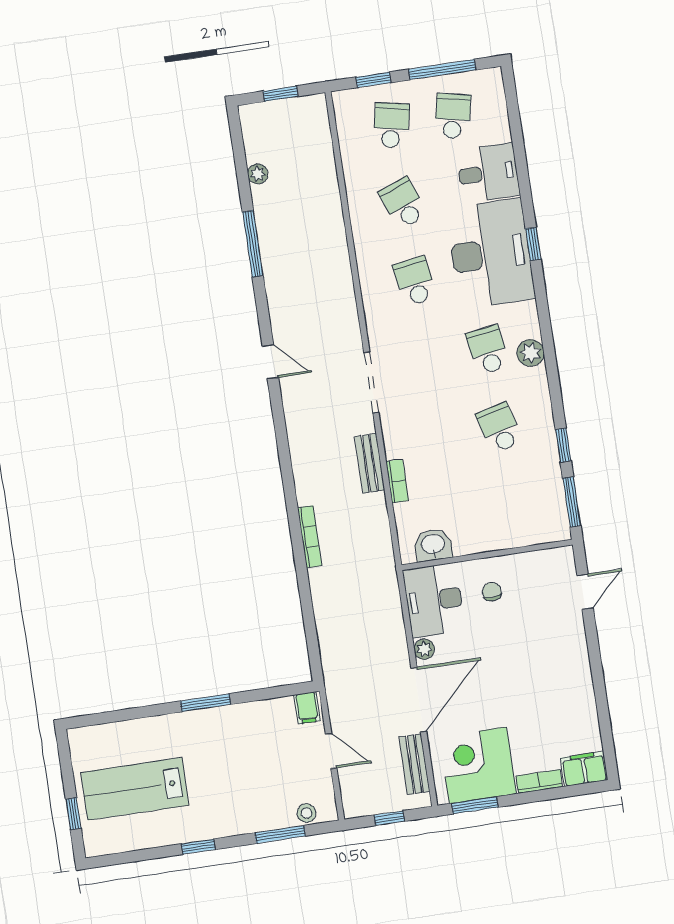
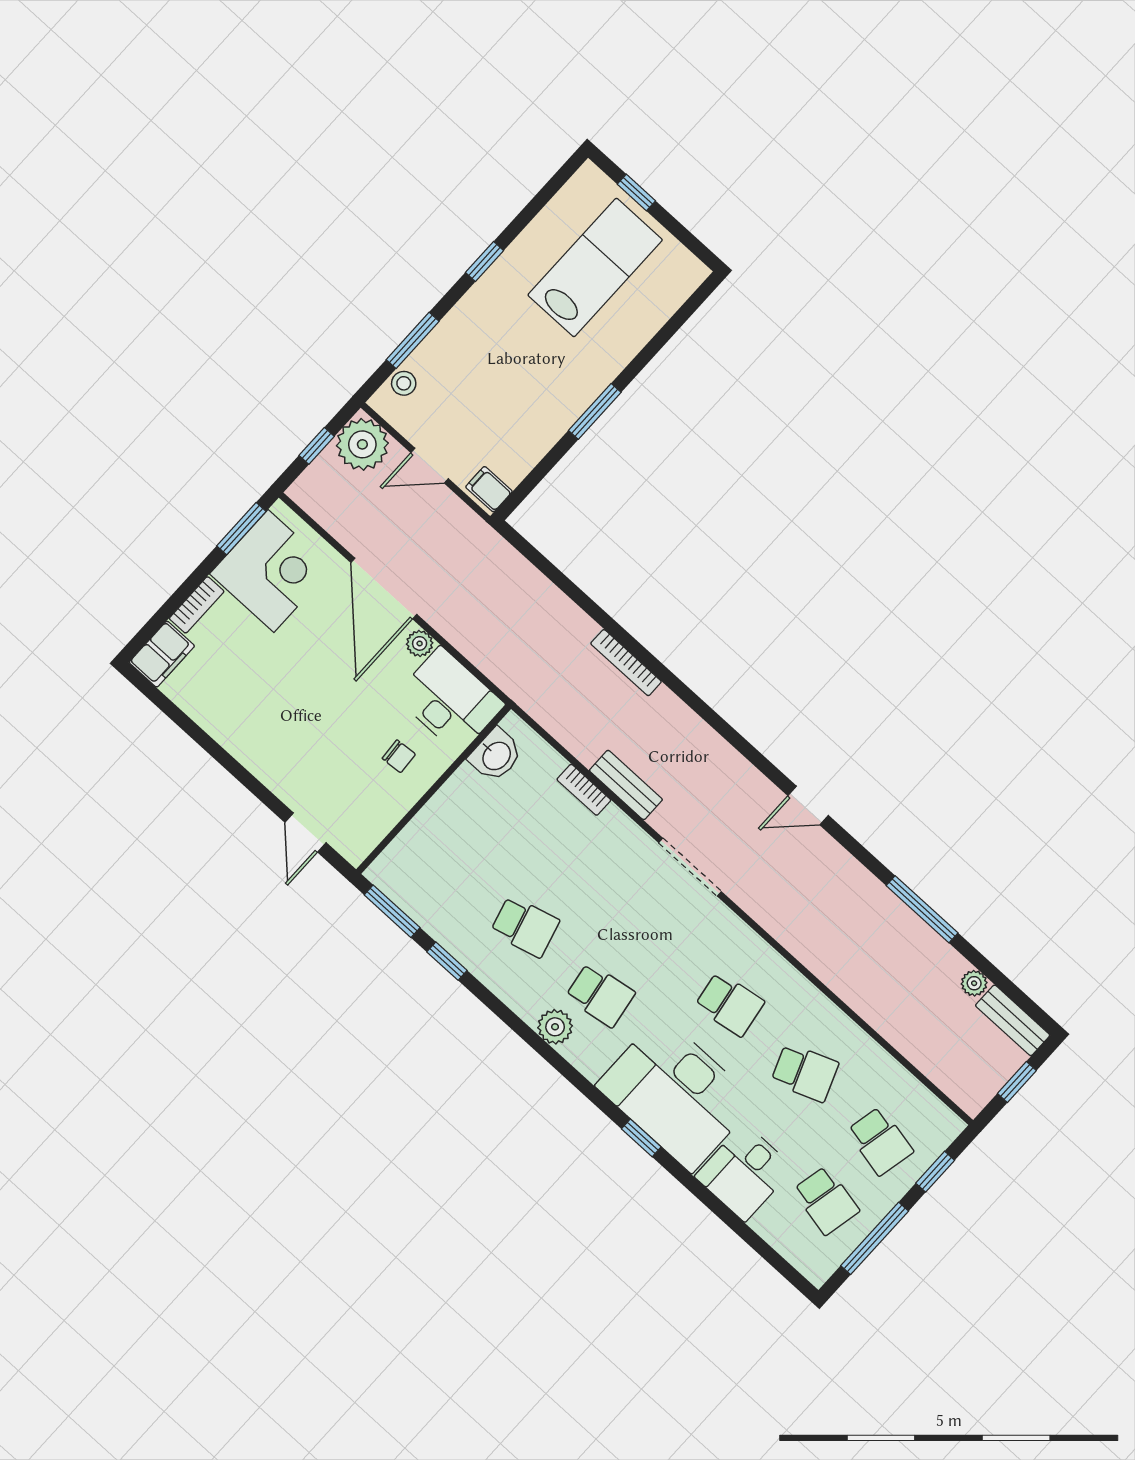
bench: (414, 764) -> (1013, 1020), moved
plant: (361, 797) -> (362, 444), added

